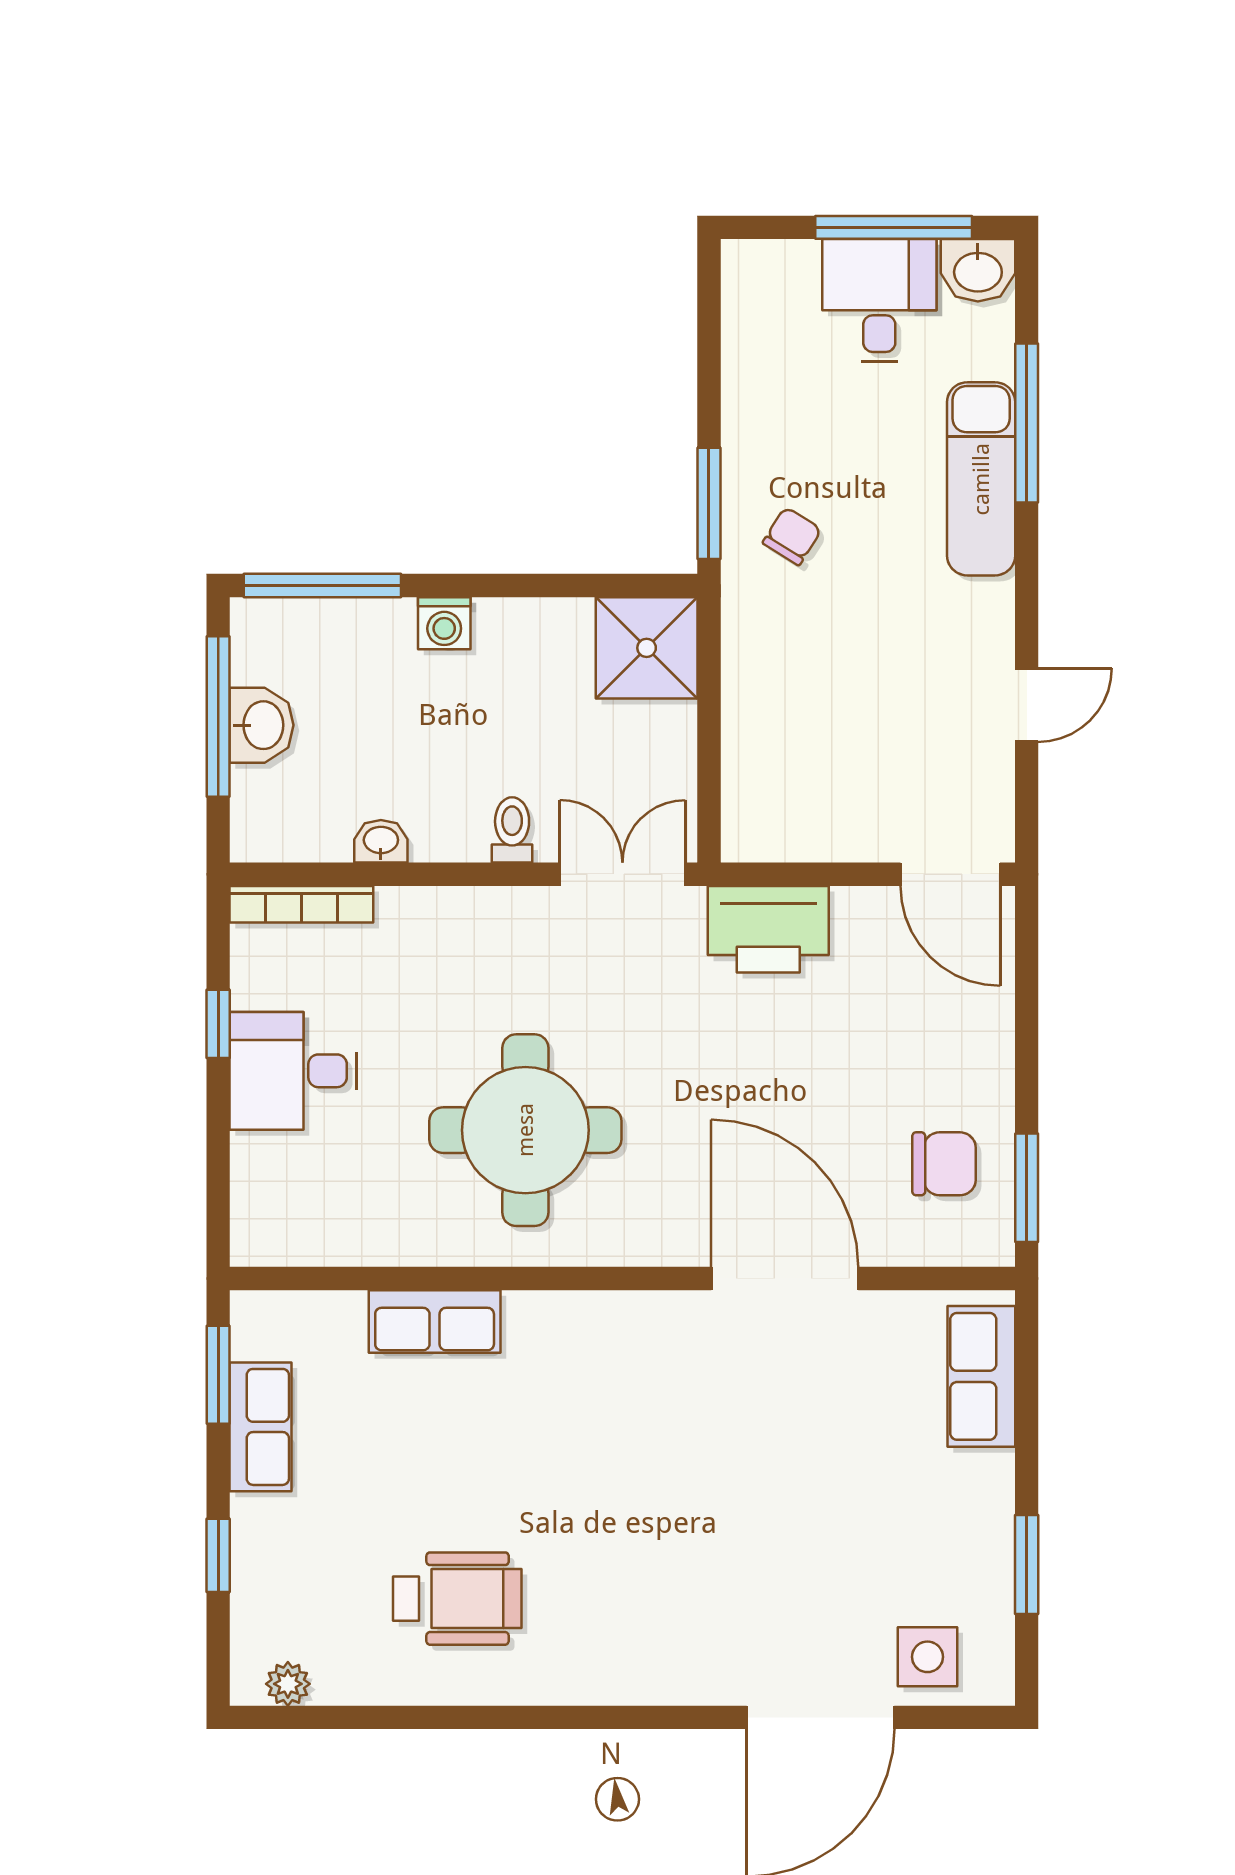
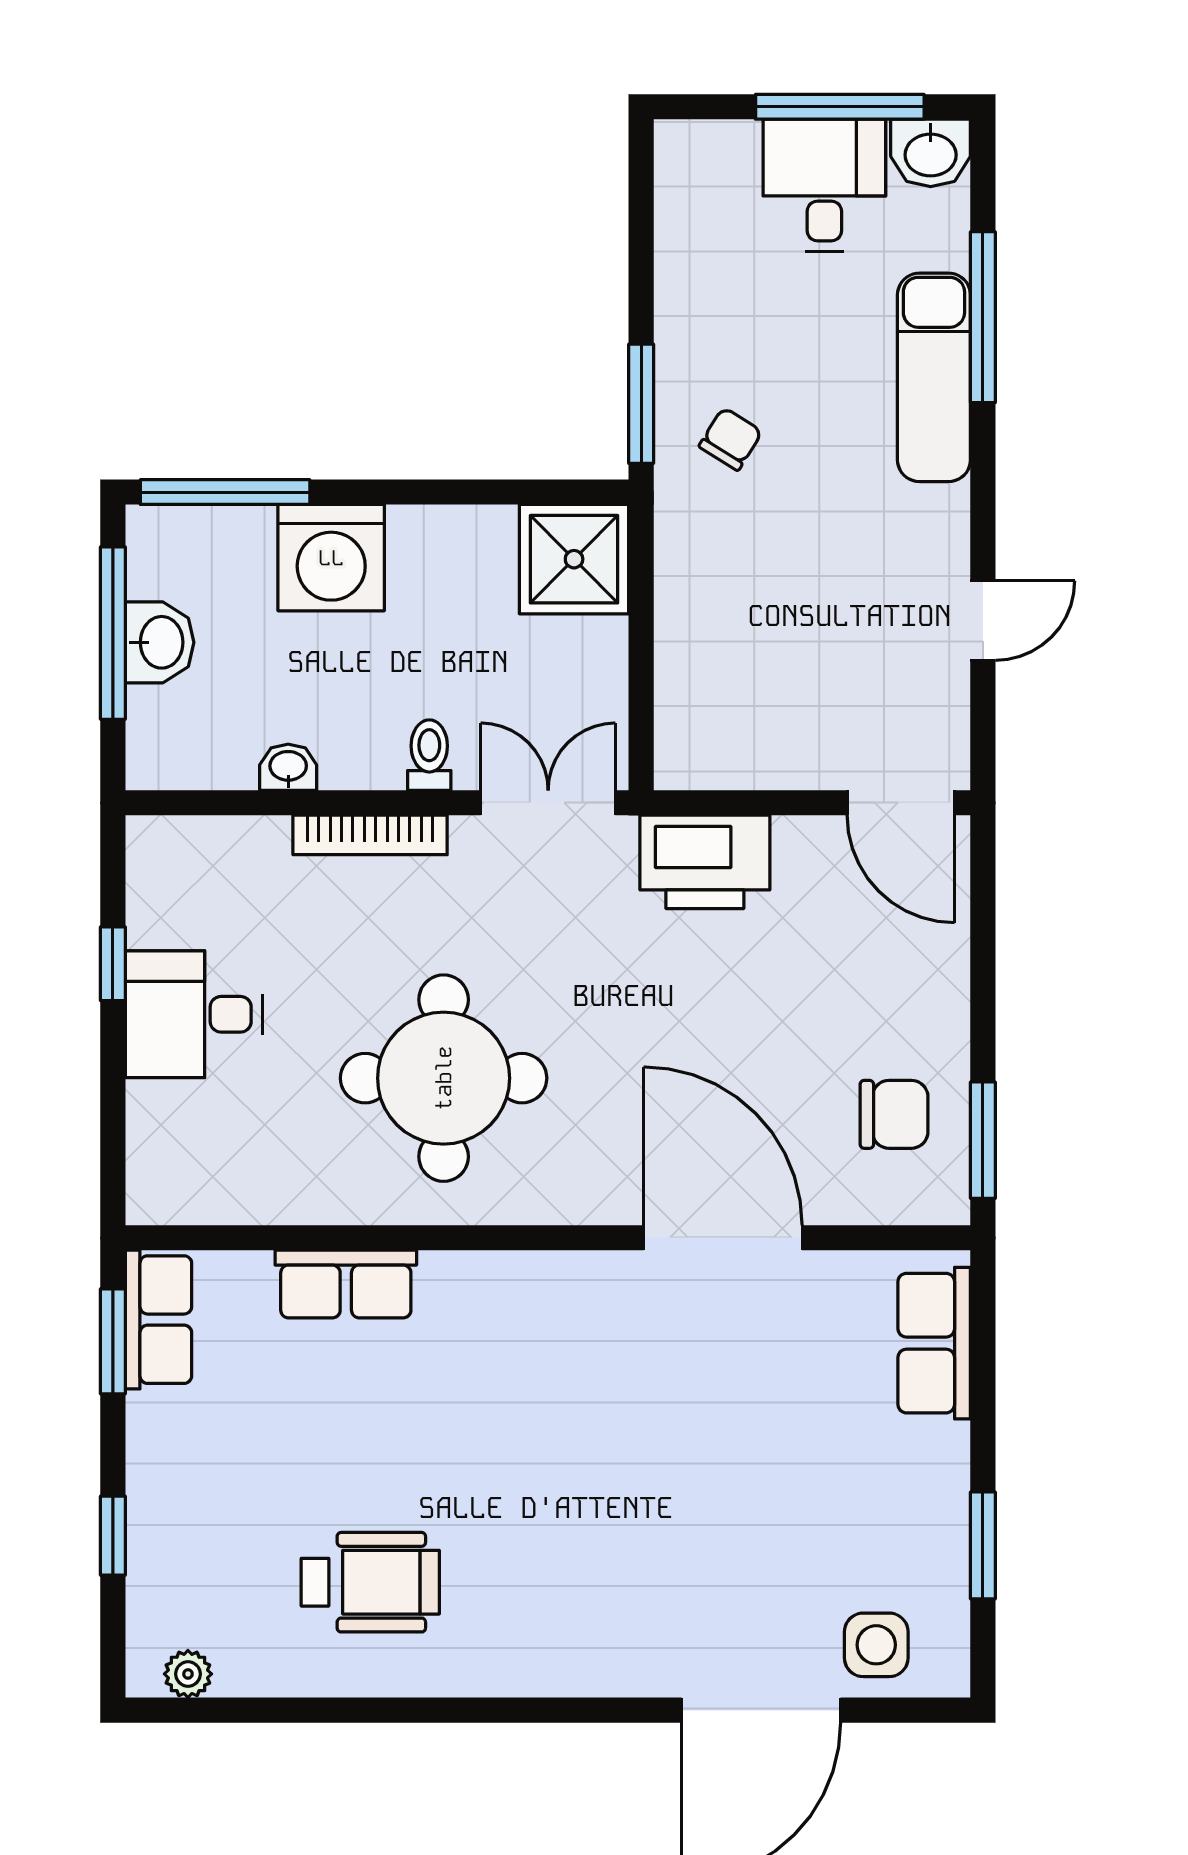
washing machine: (444, 623) -> (331, 558), width x1.89, depth x1.89
bookcase: (301, 904) -> (370, 835), moved
row of seats: (260, 1427) -> (159, 1320), moved

